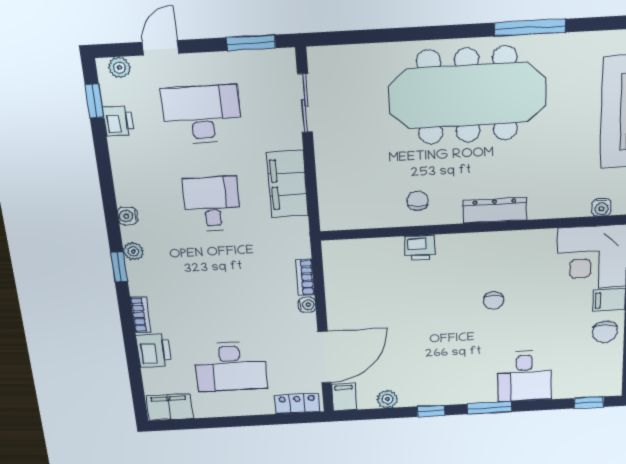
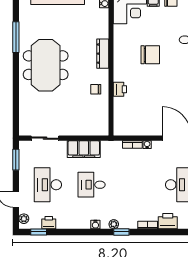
meeting table: (467, 95) -> (46, 65), width x0.73
chair: (493, 301) -> (150, 55), width x1.87, depth x1.87

